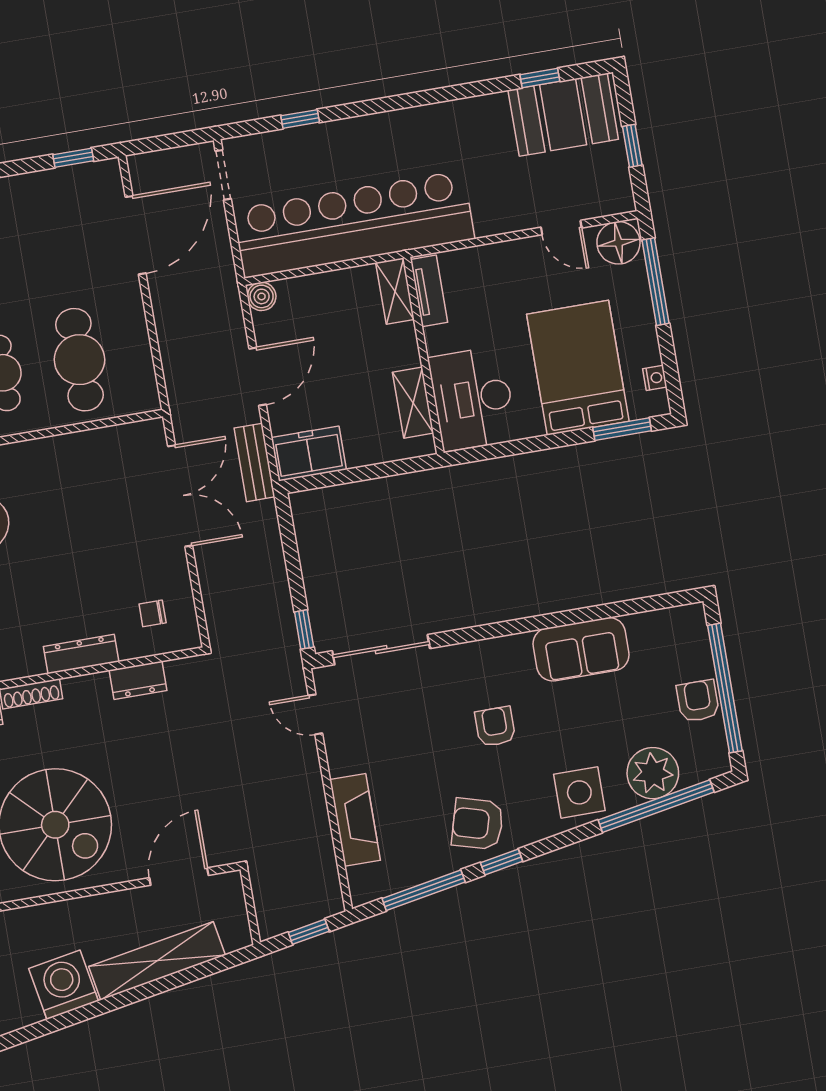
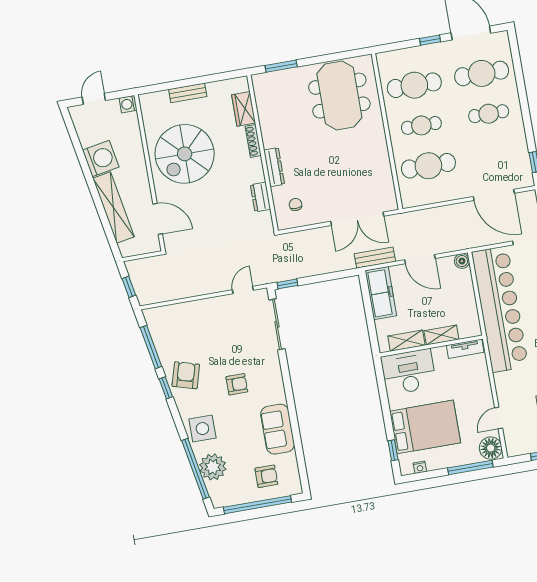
shelving: (395, 291) -> (441, 335), moved
window: (622, 429) -> (393, 450), width x0.67
freezer: (309, 454) -> (381, 293), width x1.40
armchair: (698, 701) -> (266, 476), moved
fireplace: (355, 820) -> (188, 311), removed

